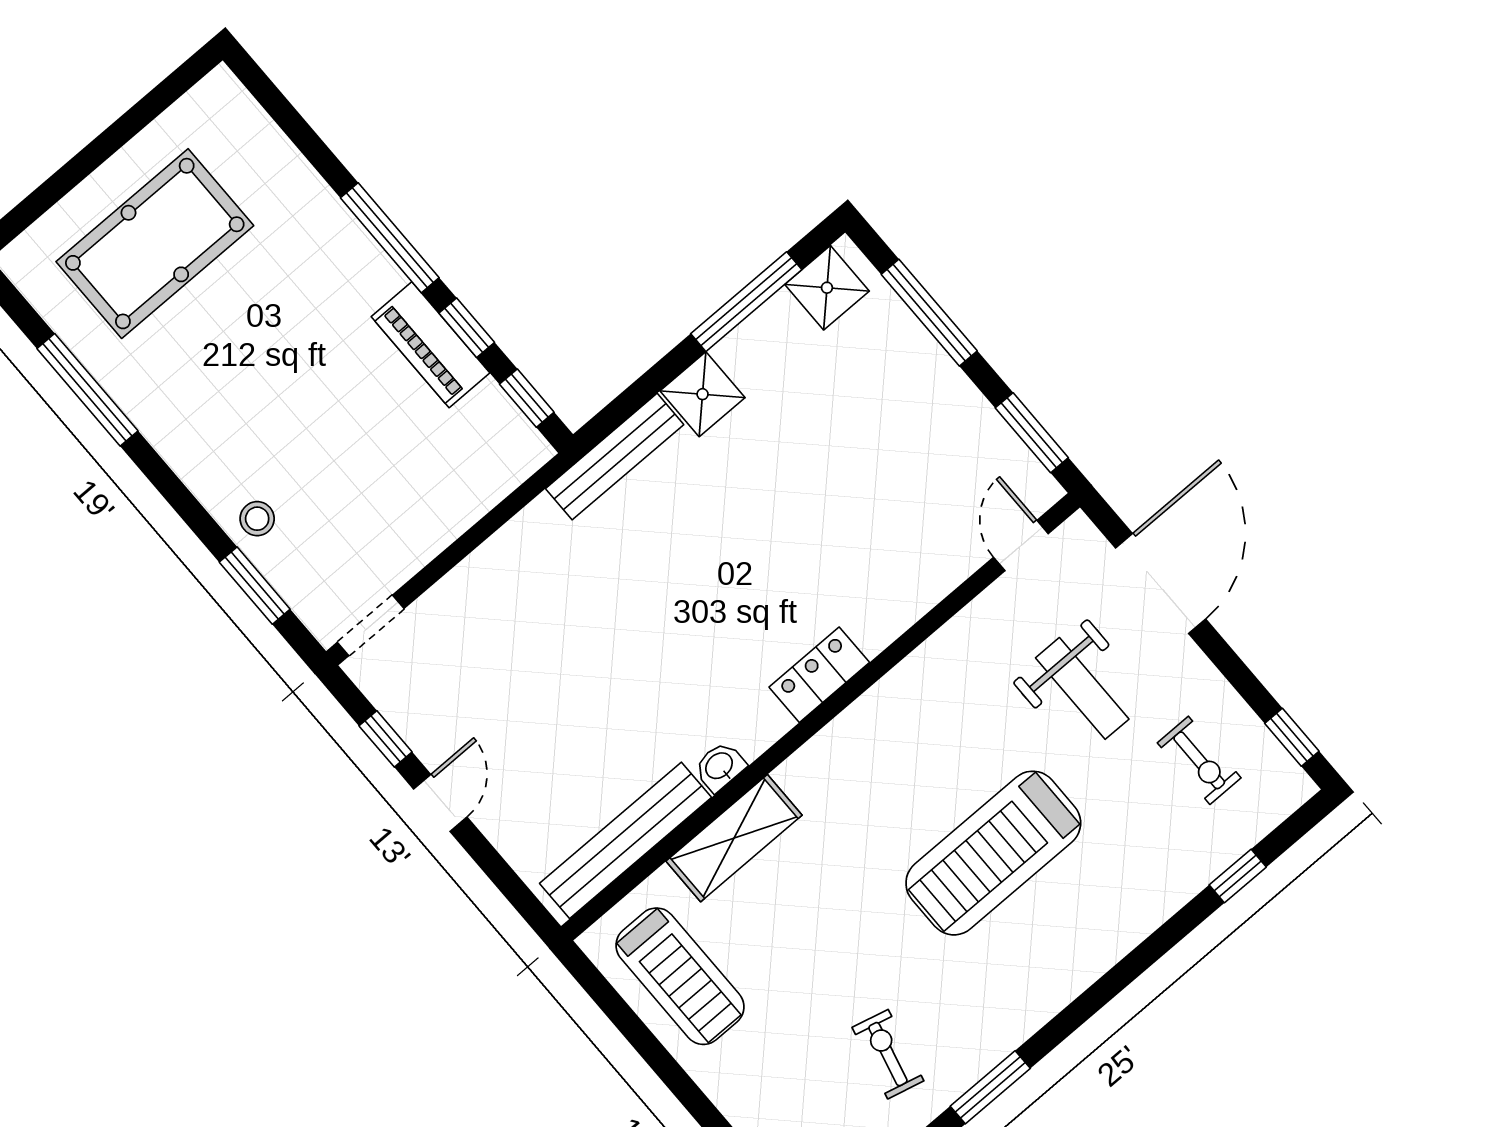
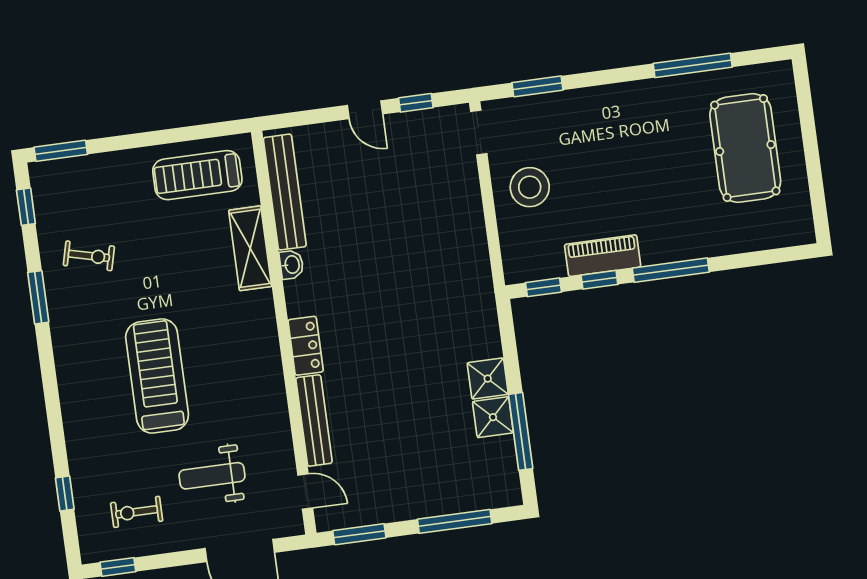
shower: (827, 288) -> (493, 417), moved
bench: (615, 457) -> (314, 420), moved
stool: (257, 519) -> (530, 187), moved, width x1.89, depth x1.89

